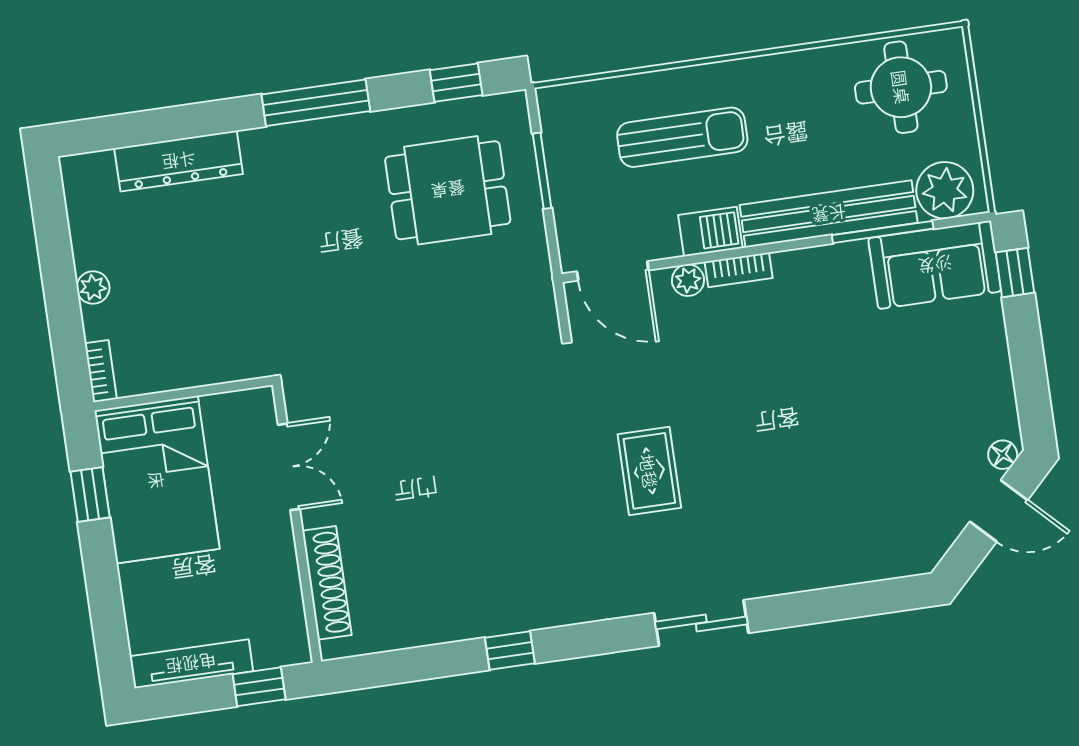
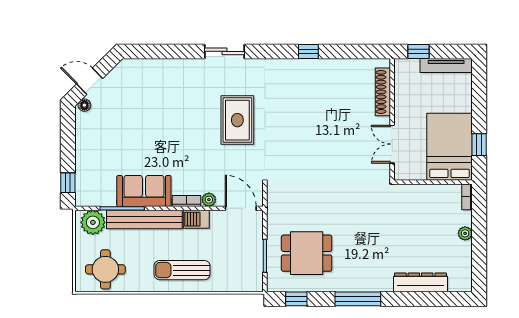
sun lounger: (682, 137) -> (182, 270), moved
sofa: (935, 265) -> (144, 191), moved
rug: (649, 471) -> (237, 120), width x1.36, depth x1.43

